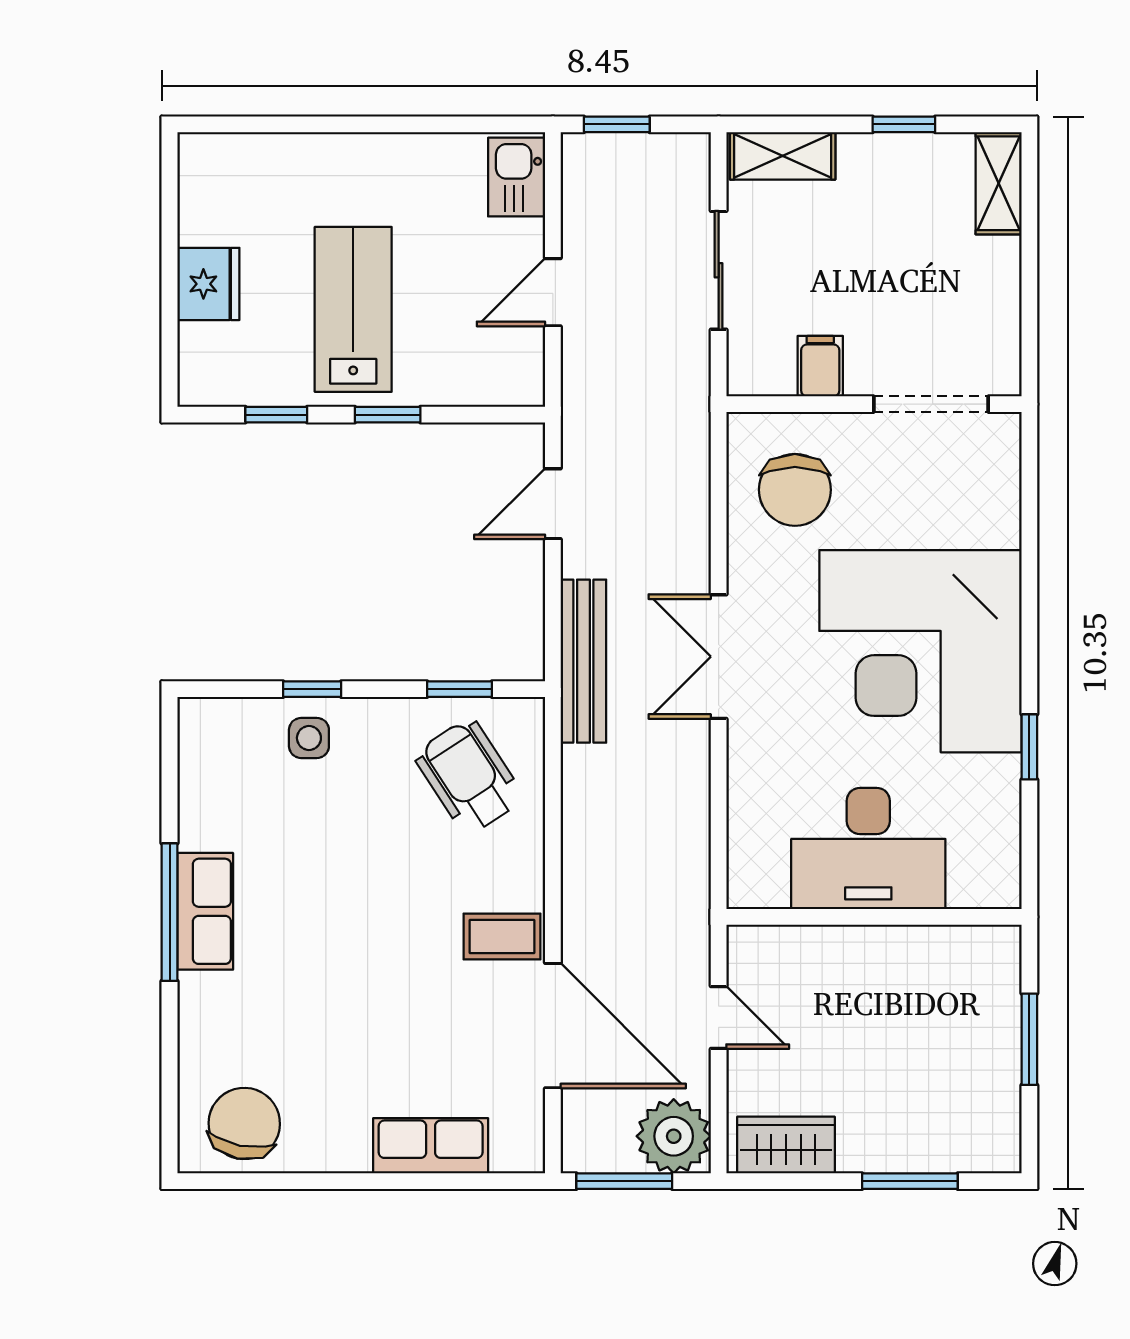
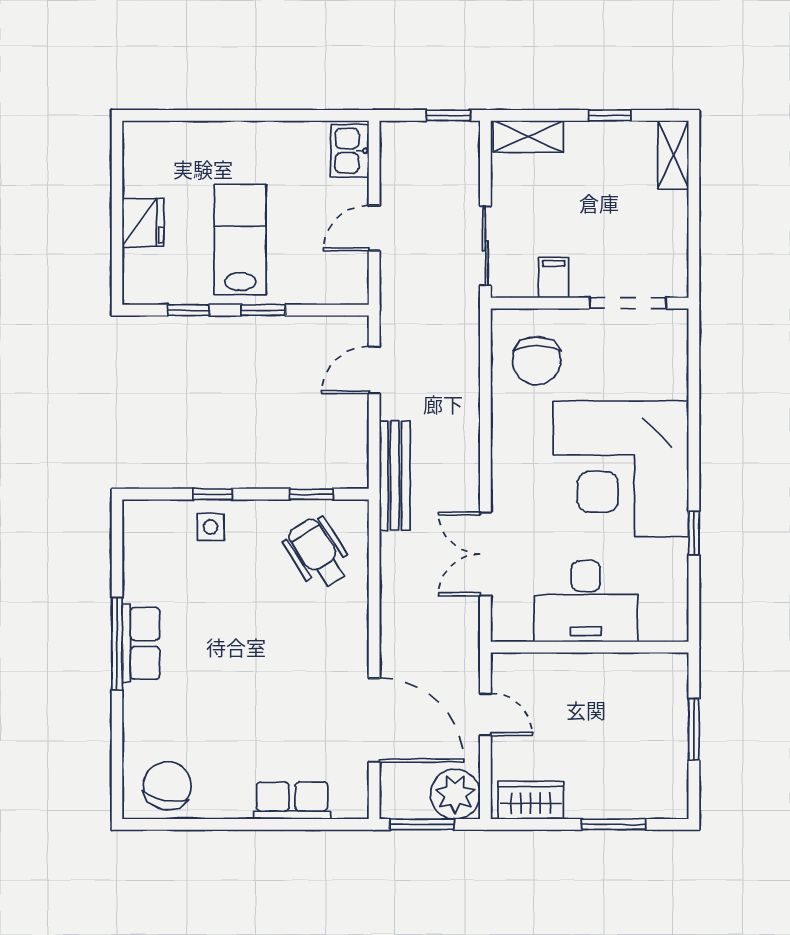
window: (617, 124) -> (448, 115), moved
sliding door: (719, 270) -> (485, 246), moved
double door: (719, 657) -> (485, 554), moved
coffee table: (502, 937) -> (340, 660), removed

